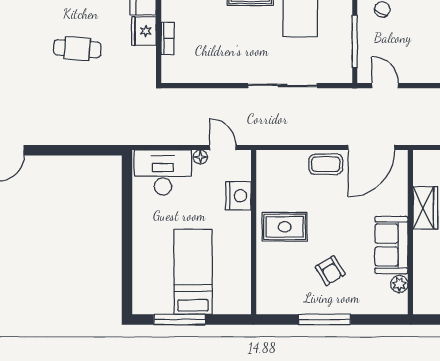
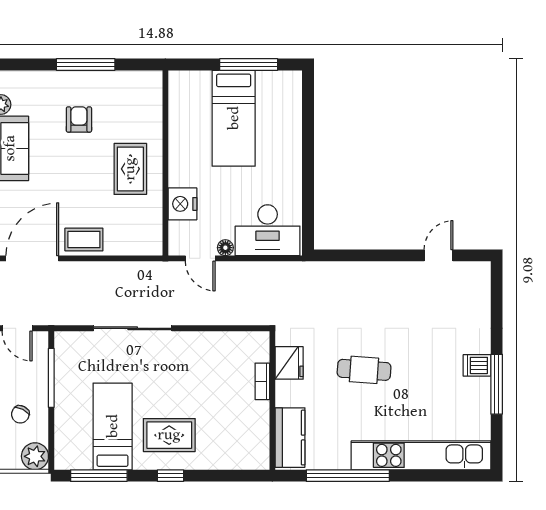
fridge: (144, 31) -> (289, 363), moved
rug: (285, 227) -> (130, 169), turned 90
armchair: (330, 271) -> (79, 119), turned 31

